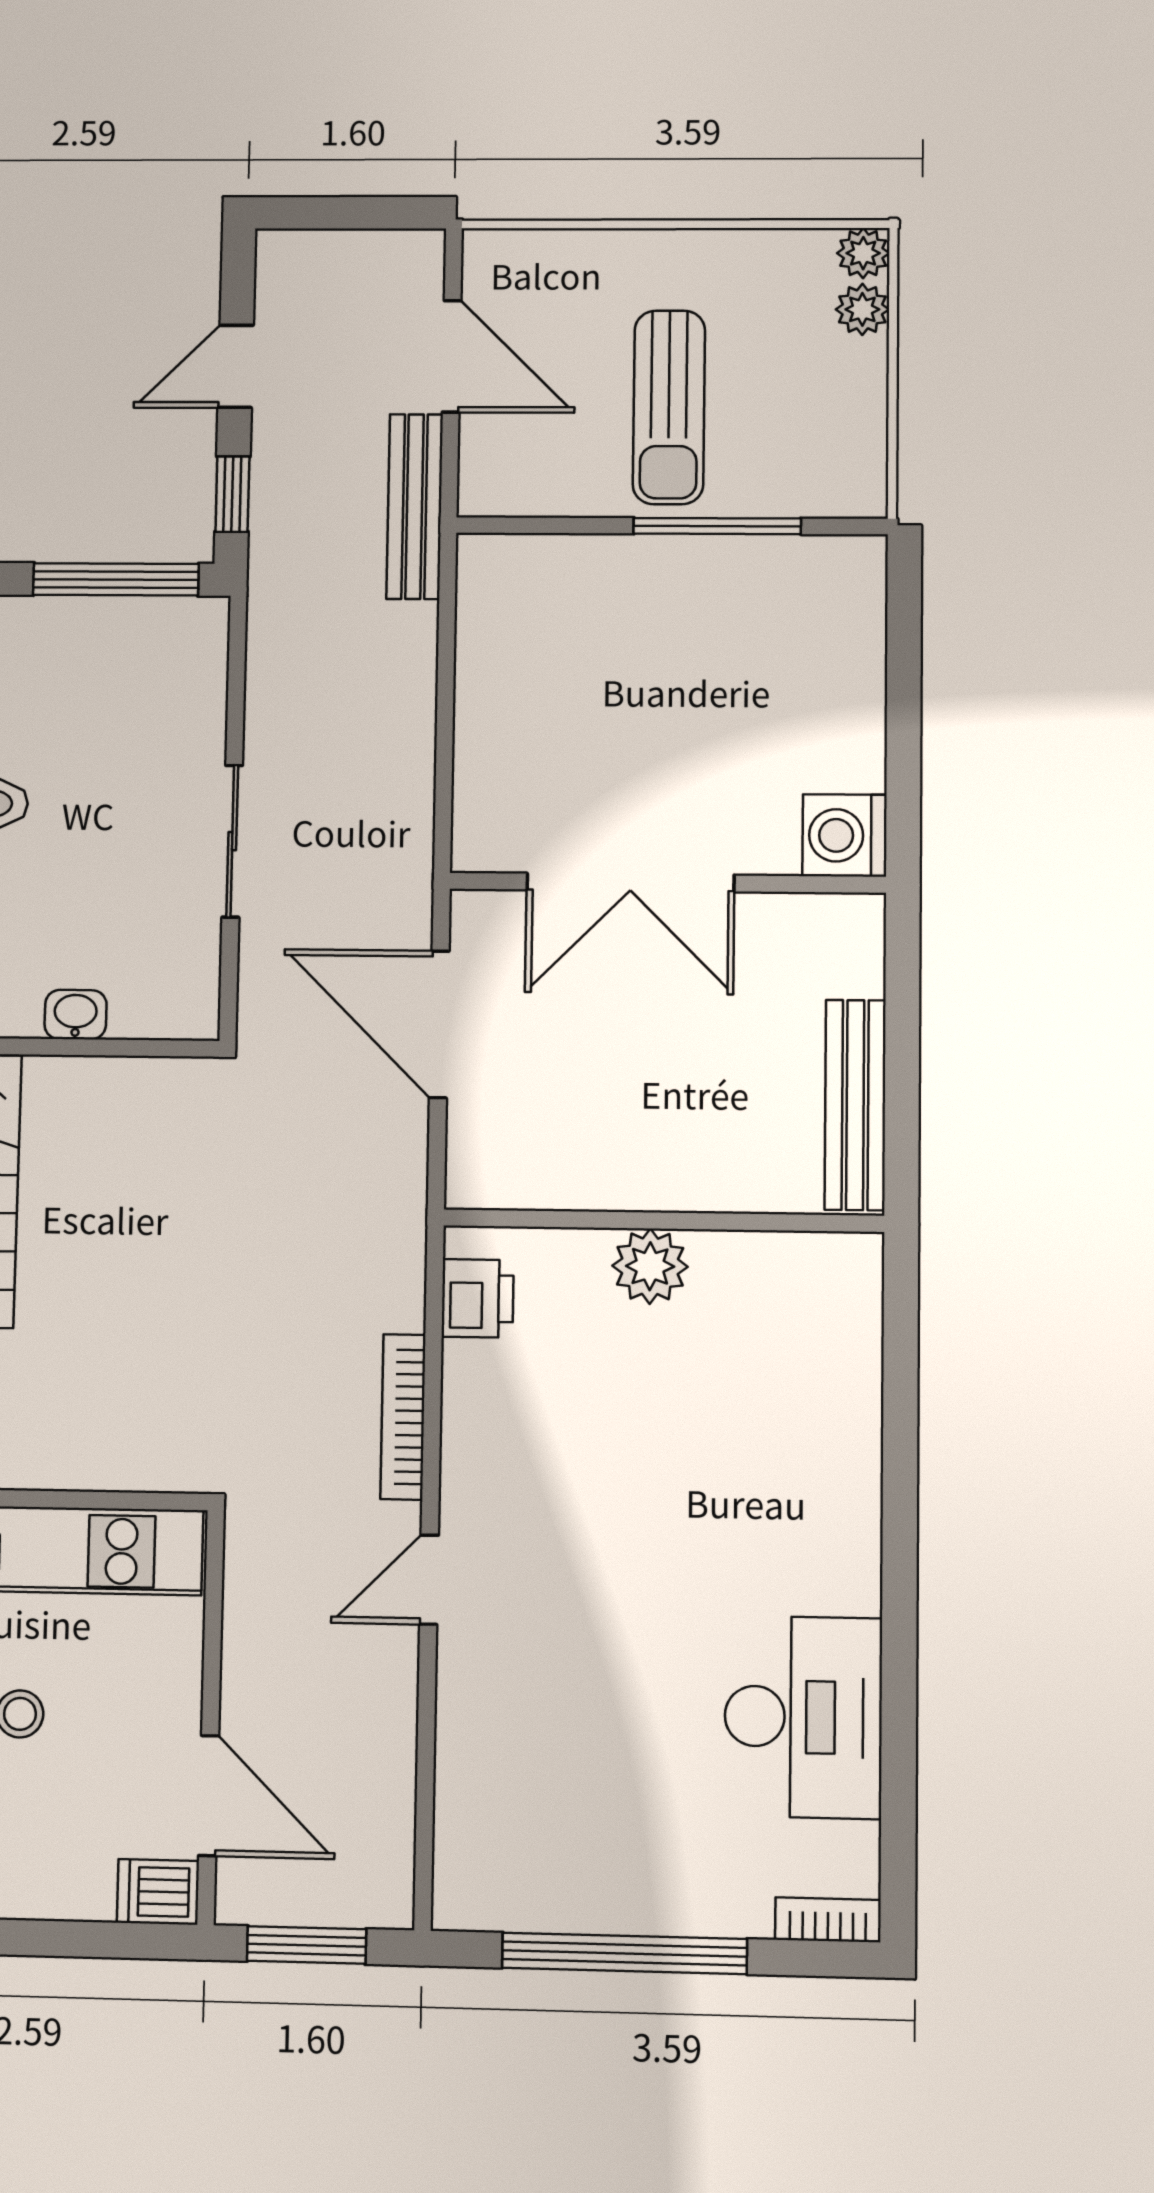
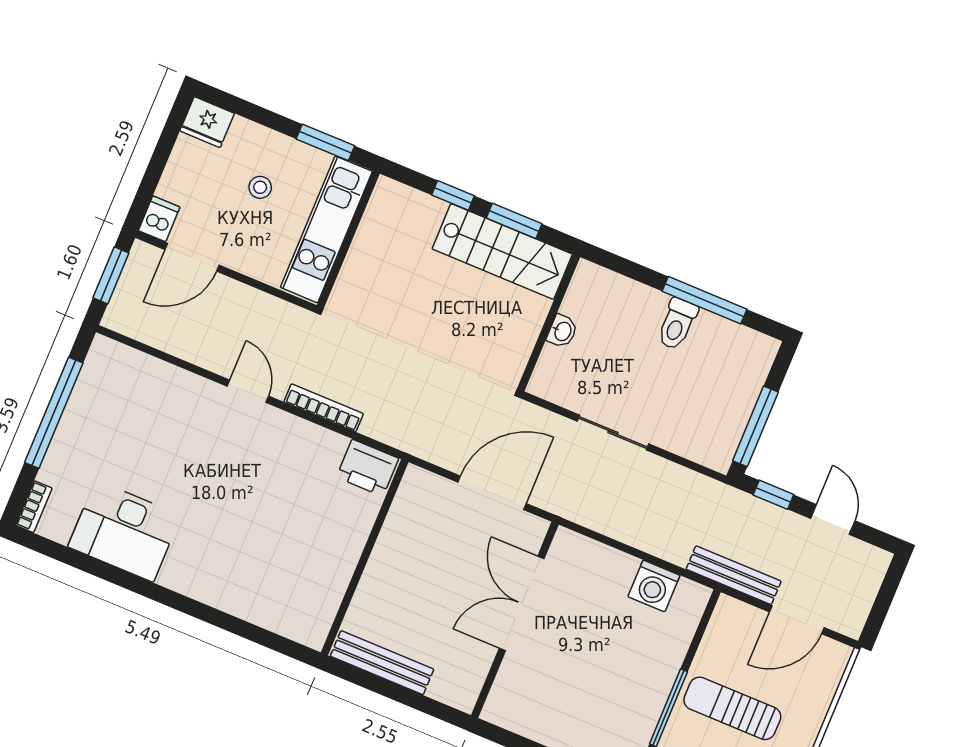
washing machine: (844, 835) -> (654, 586), moved, turned 180
plant: (650, 1266) -> (347, 543), removed
printer: (478, 1298) -> (368, 468), width x1.36, depth x1.24

